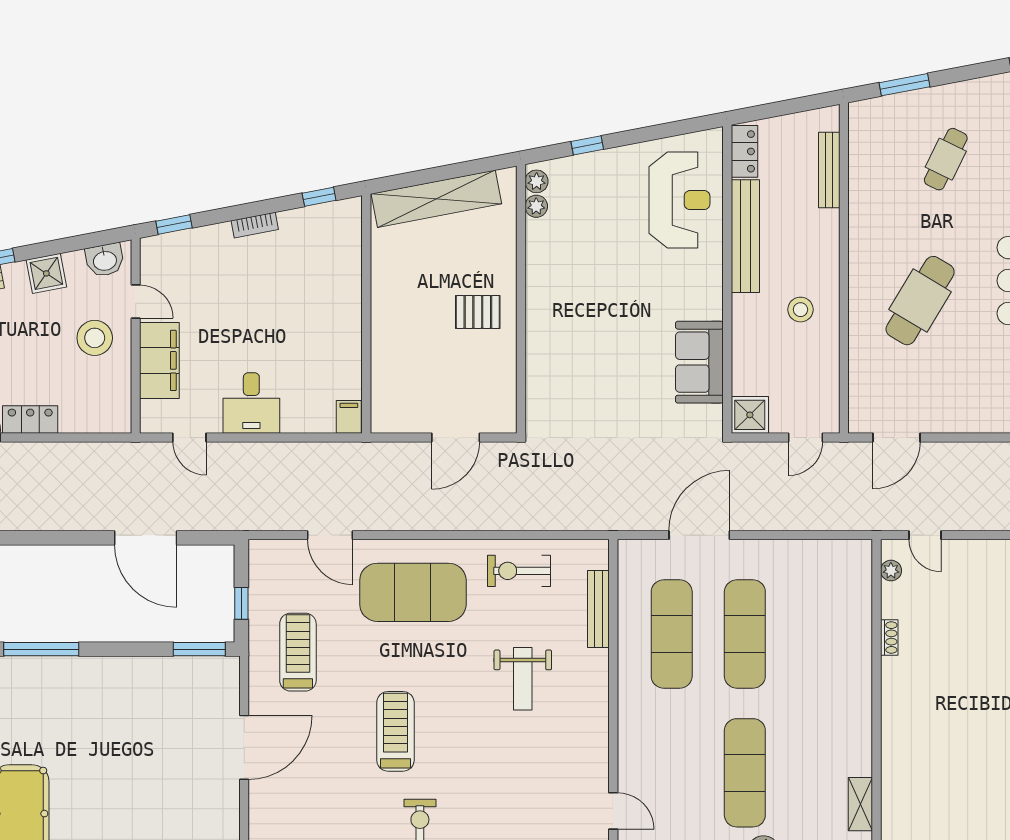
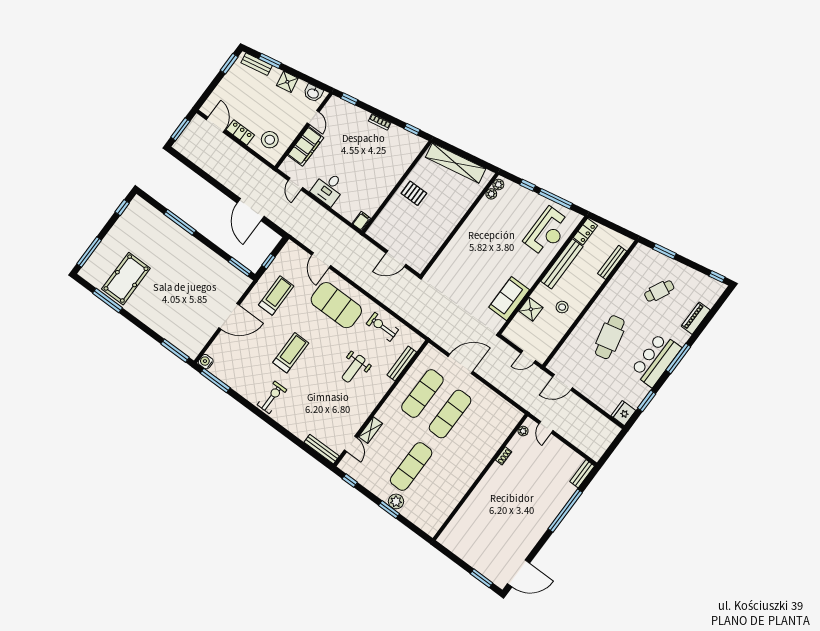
window: (652, 133) -> (556, 199), added
cafe table: (920, 301) -> (610, 337), turned -44
pallet: (478, 312) -> (414, 193), moved
stool: (95, 338) -> (270, 140), moved
shower: (750, 415) -> (531, 309), moved
shelving: (860, 804) -> (370, 430), moved

